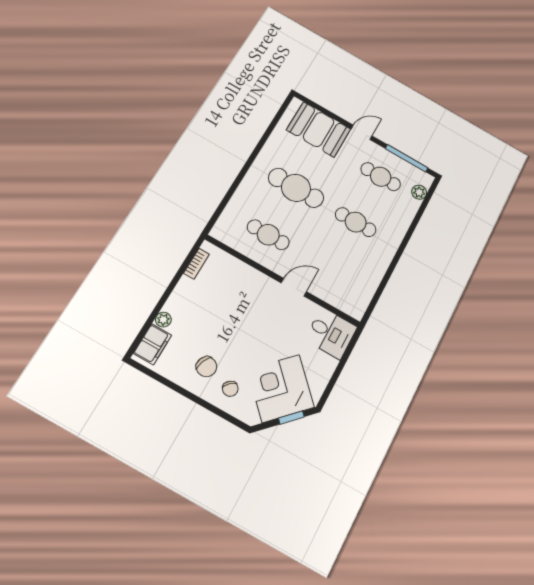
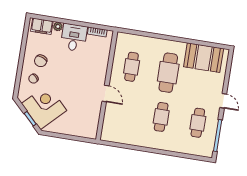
booth: (319, 129) -> (204, 58), moved, turned 90
plant: (419, 192) -> (198, 151), removed
desk: (331, 333) -> (74, 38), moved, turned 180

